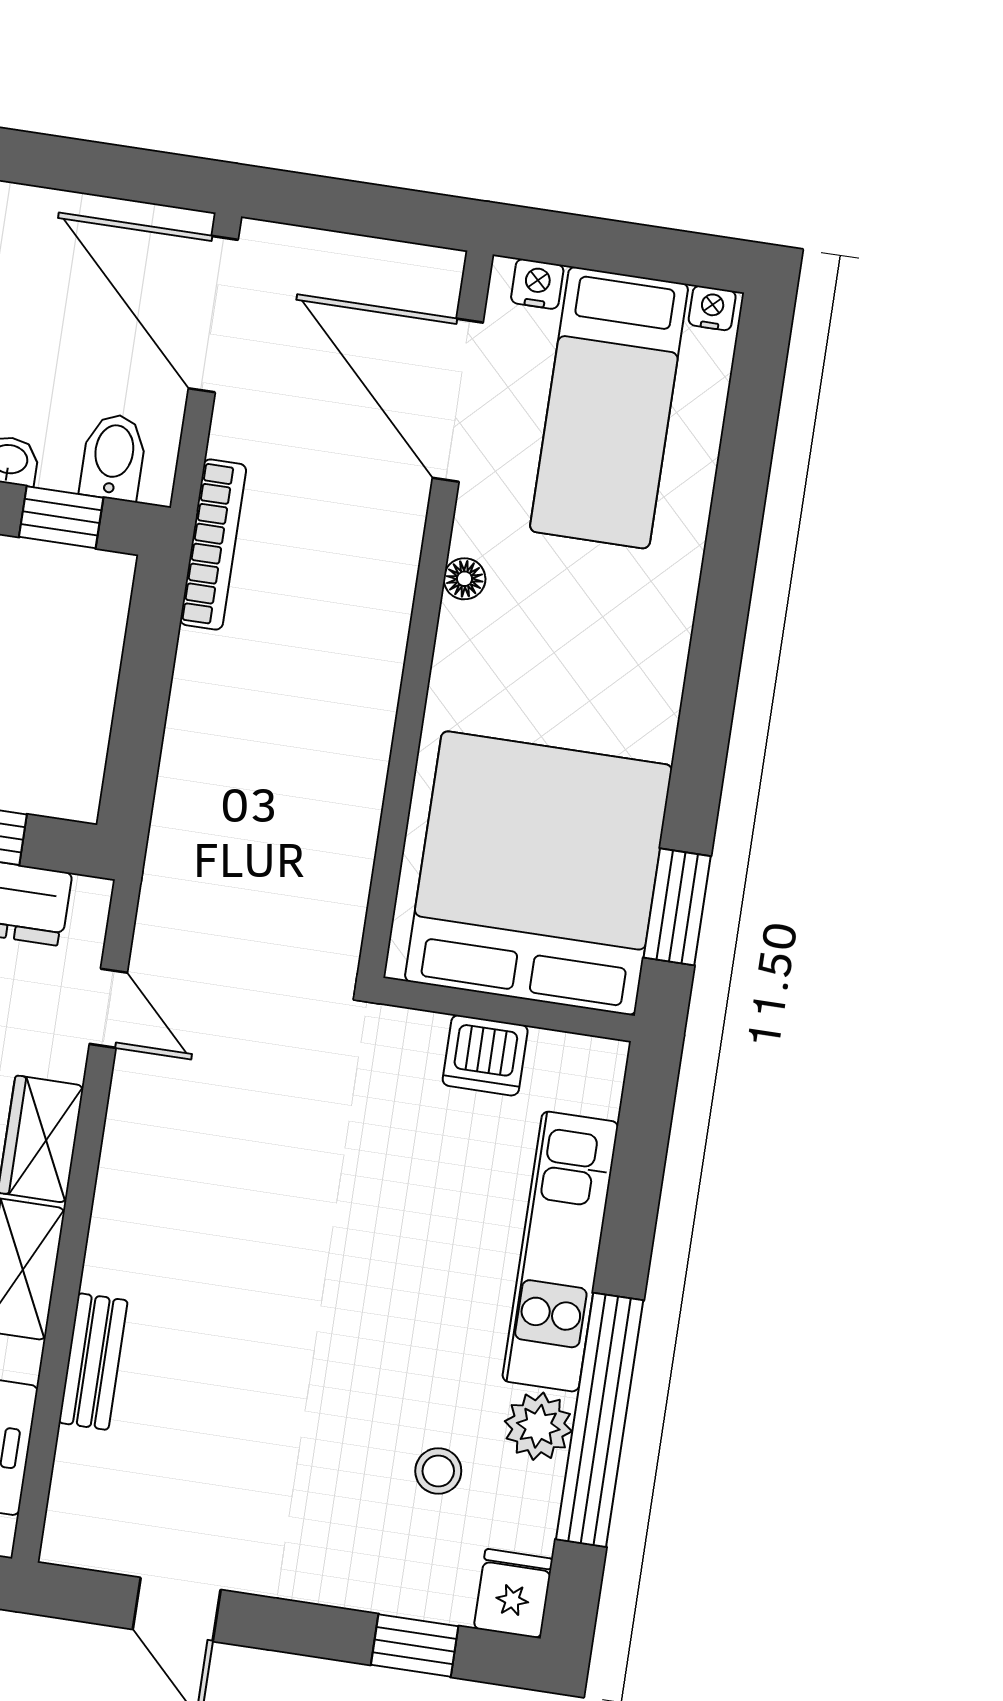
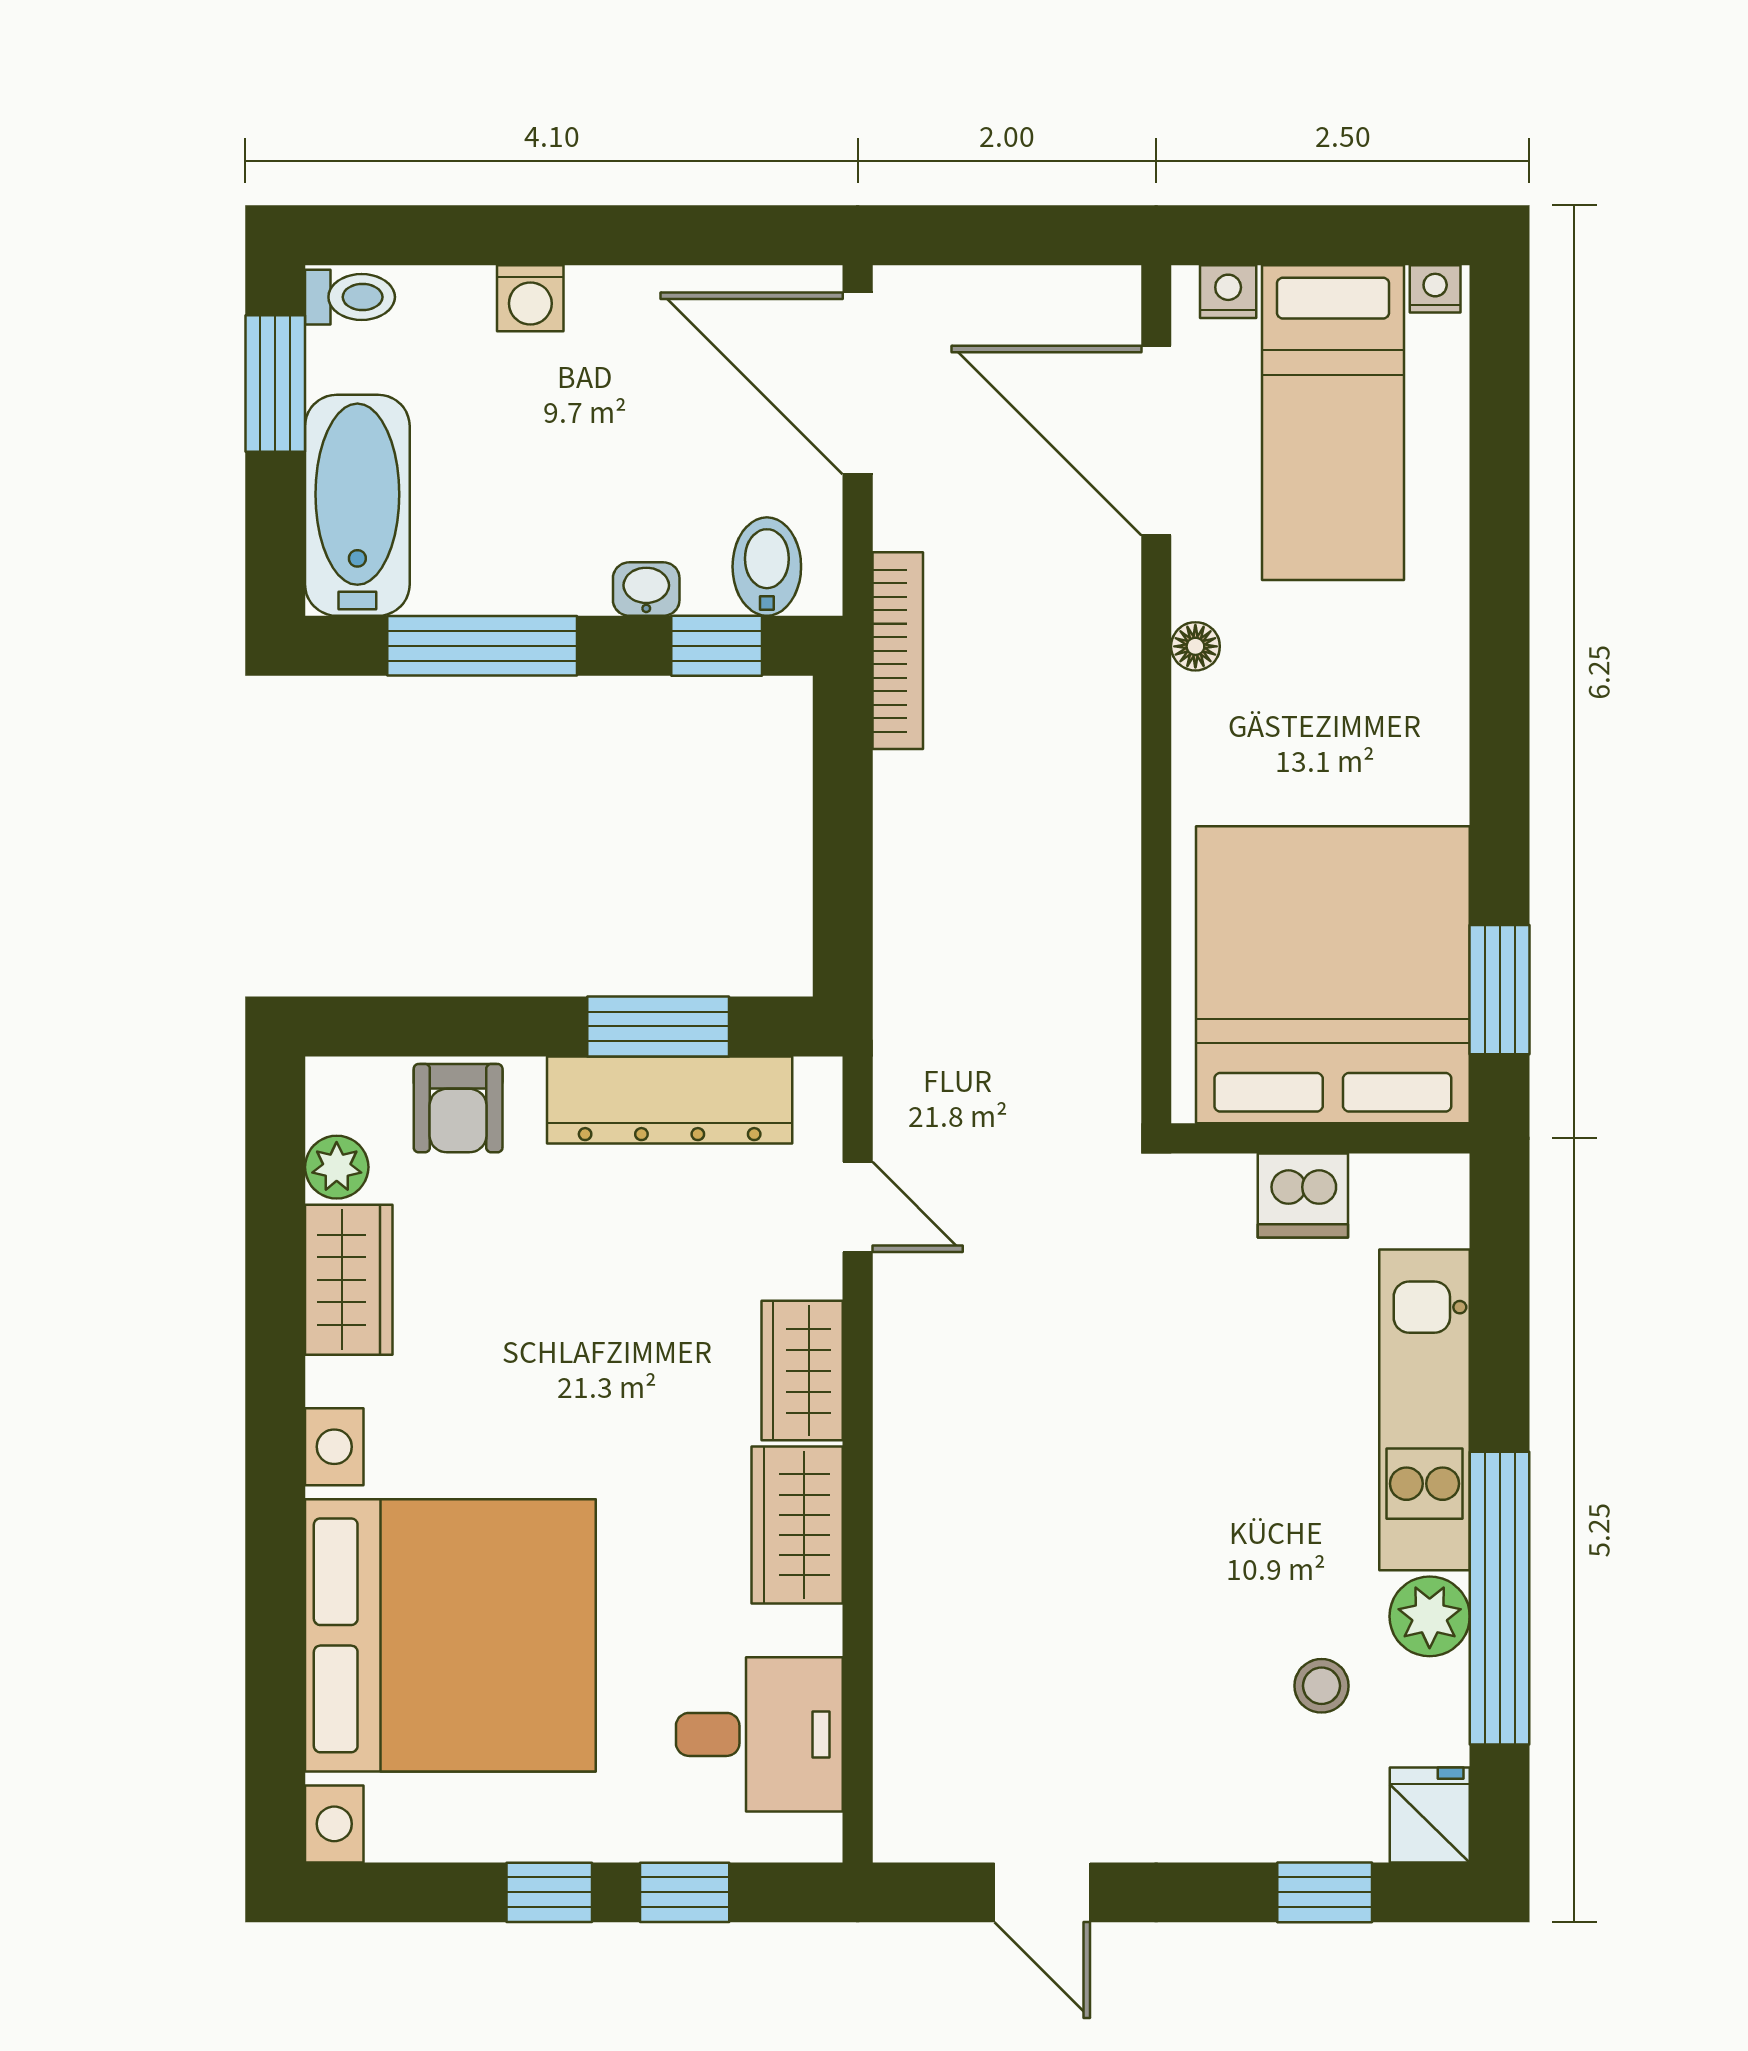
bench: (93, 1362) -> (902, 1619), removed

